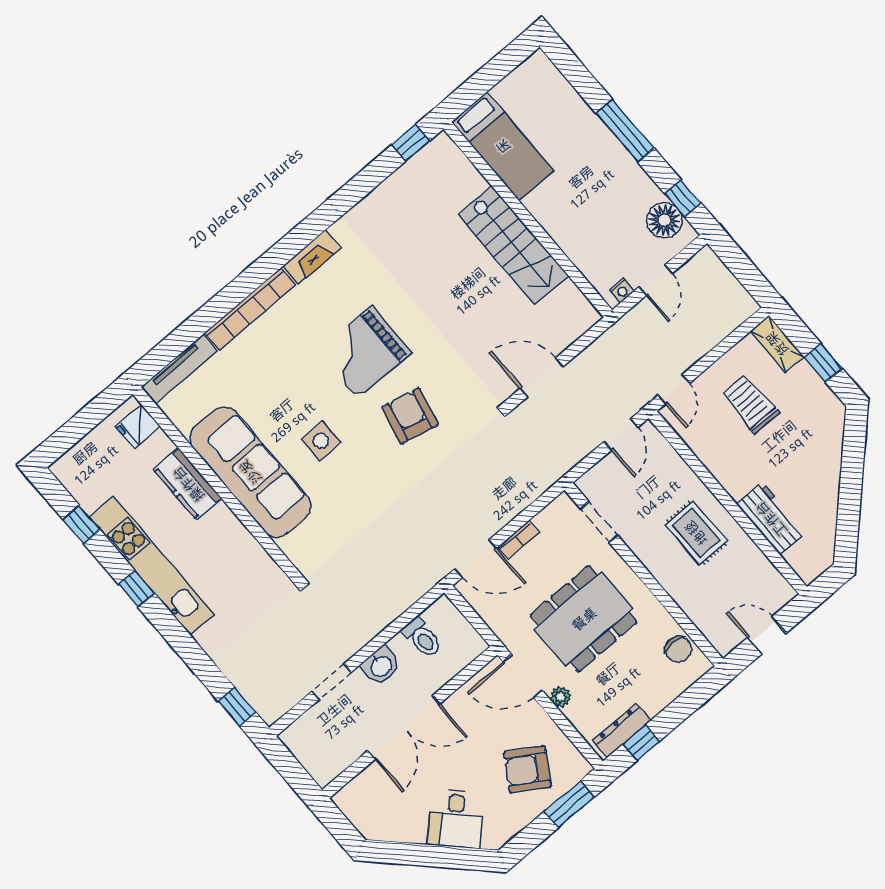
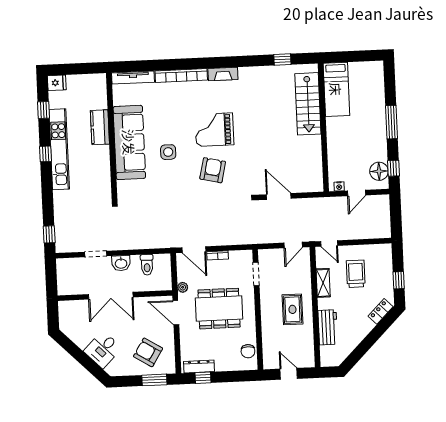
window: (411, 143) -> (282, 60), moved
stairs: (513, 245) -> (308, 104), moved
shelving: (777, 344) -> (323, 283), moved
door: (674, 389) -> (329, 243), hinge flipped
fridge: (138, 426) -> (57, 83), moved, turned 180
locker: (833, 432) -> (381, 311), added
plant: (561, 697) -> (183, 287), moved

